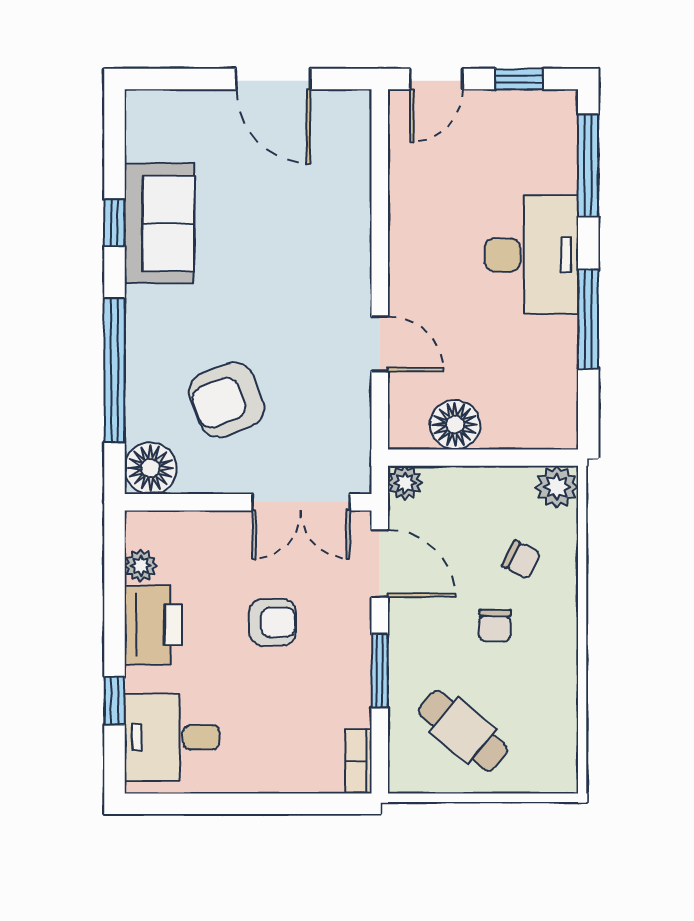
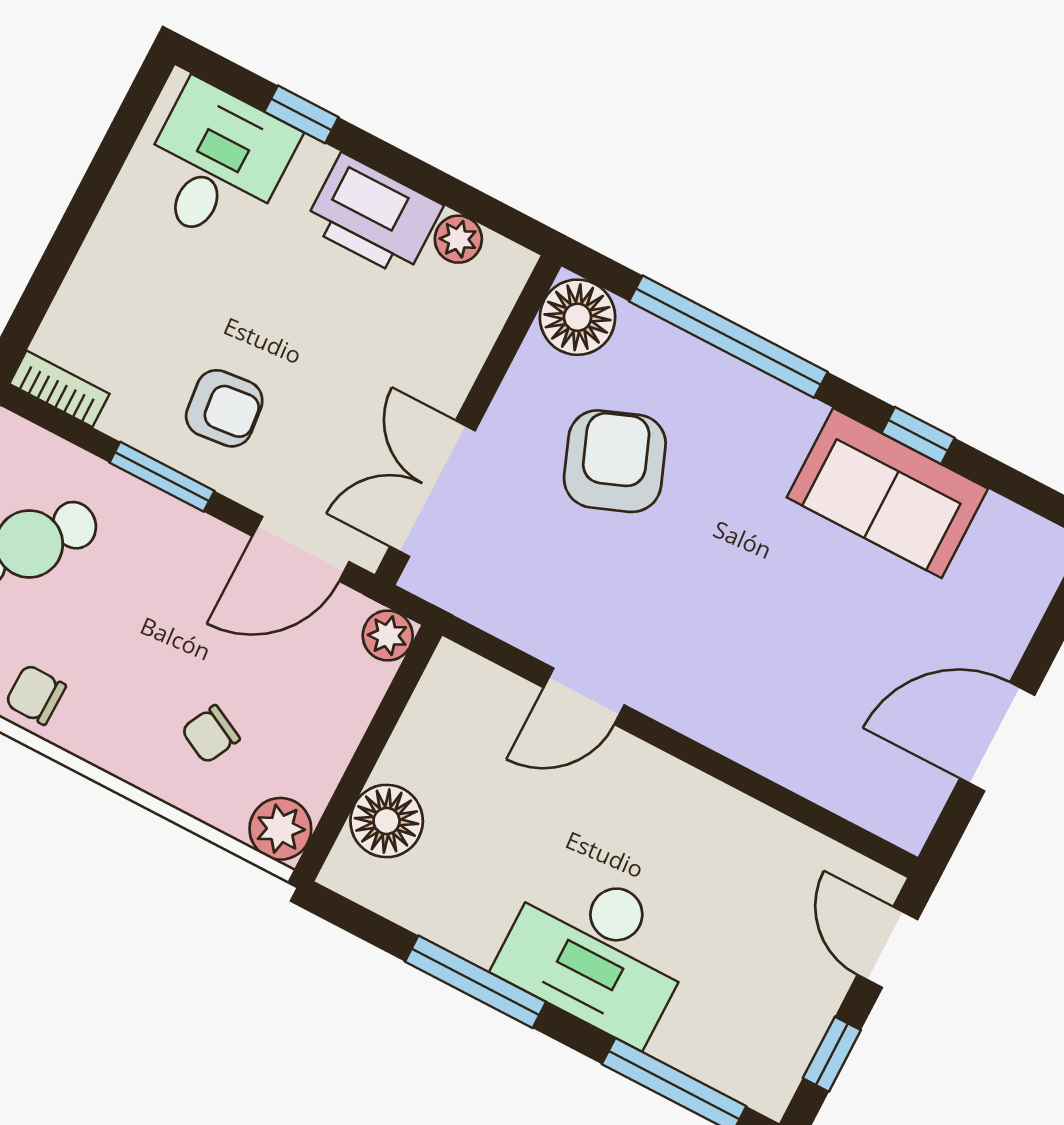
floor lamp: (455, 425) -> (387, 821), moved
armchair: (272, 622) -> (224, 408), moved, turned -96
chair: (495, 626) -> (36, 695), moved

